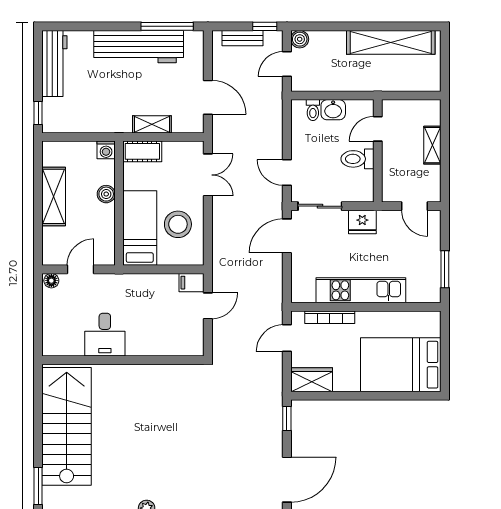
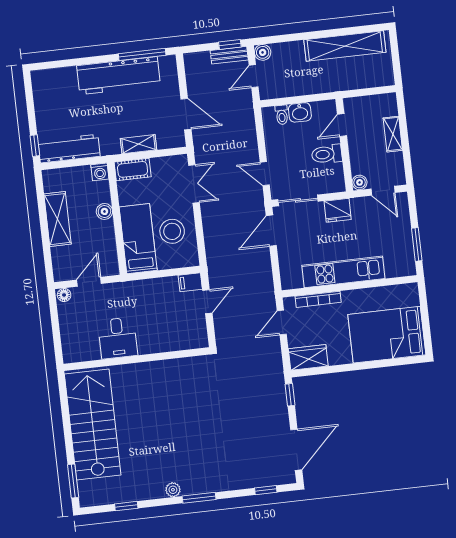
bench: (242, 38) -> (229, 55), moved
workbench: (54, 64) -> (69, 149), moved, turned -90
boiler: (390, 194) -> (360, 182), added

